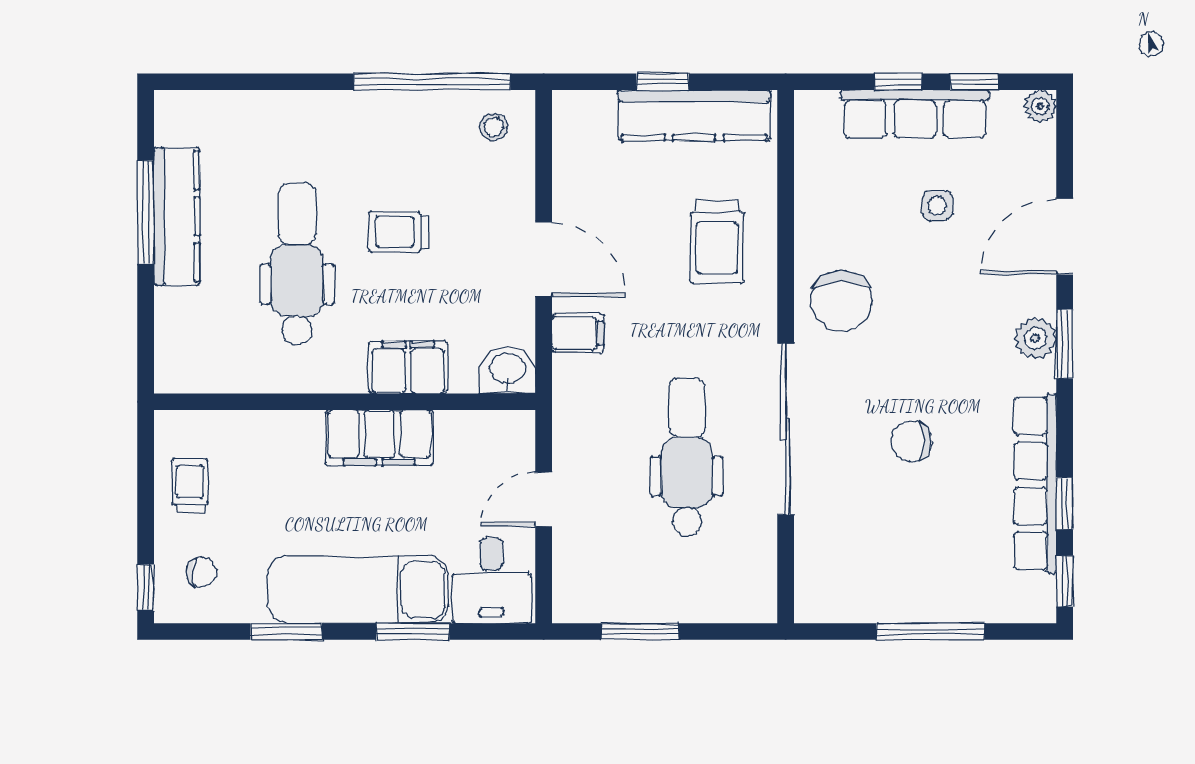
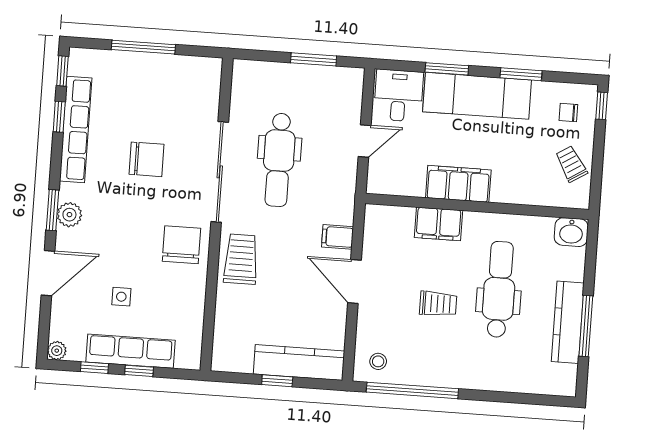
kitchen counter: (694, 115) -> (299, 363), moved
trolley: (717, 242) -> (241, 259), moved
dental chair: (297, 264) -> (499, 289), turned 180
washbasin: (507, 370) -> (571, 232), moved
chair: (911, 442) -> (147, 159), width x1.37, depth x1.37
trolley: (190, 485) -> (571, 164), turned 148

